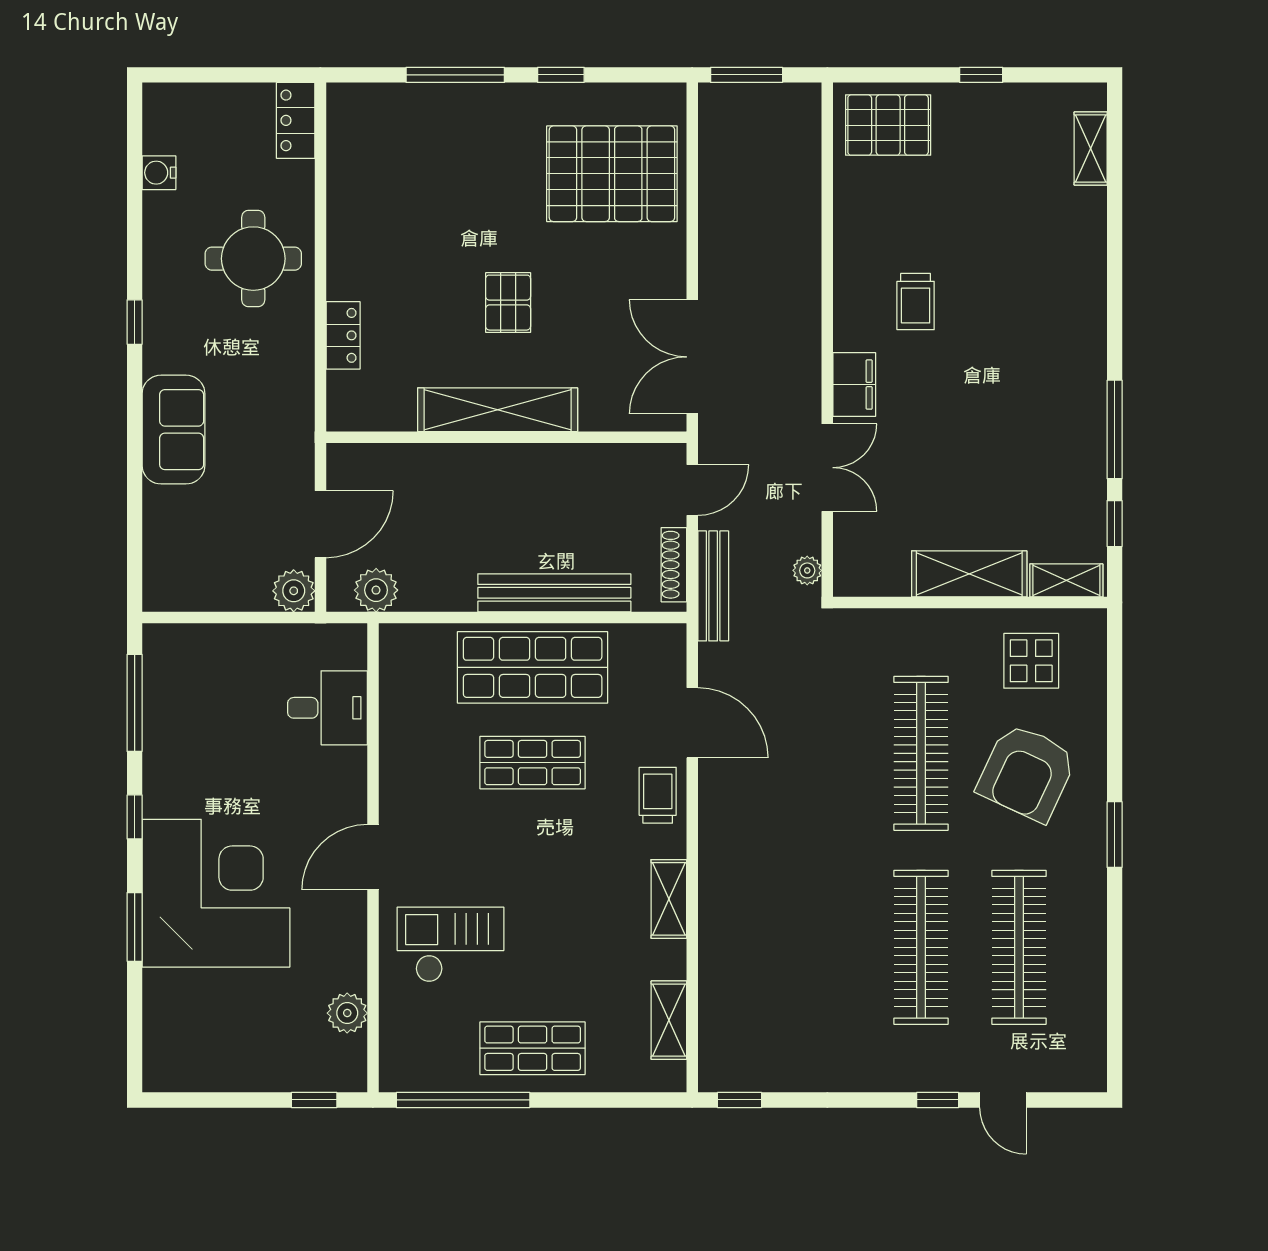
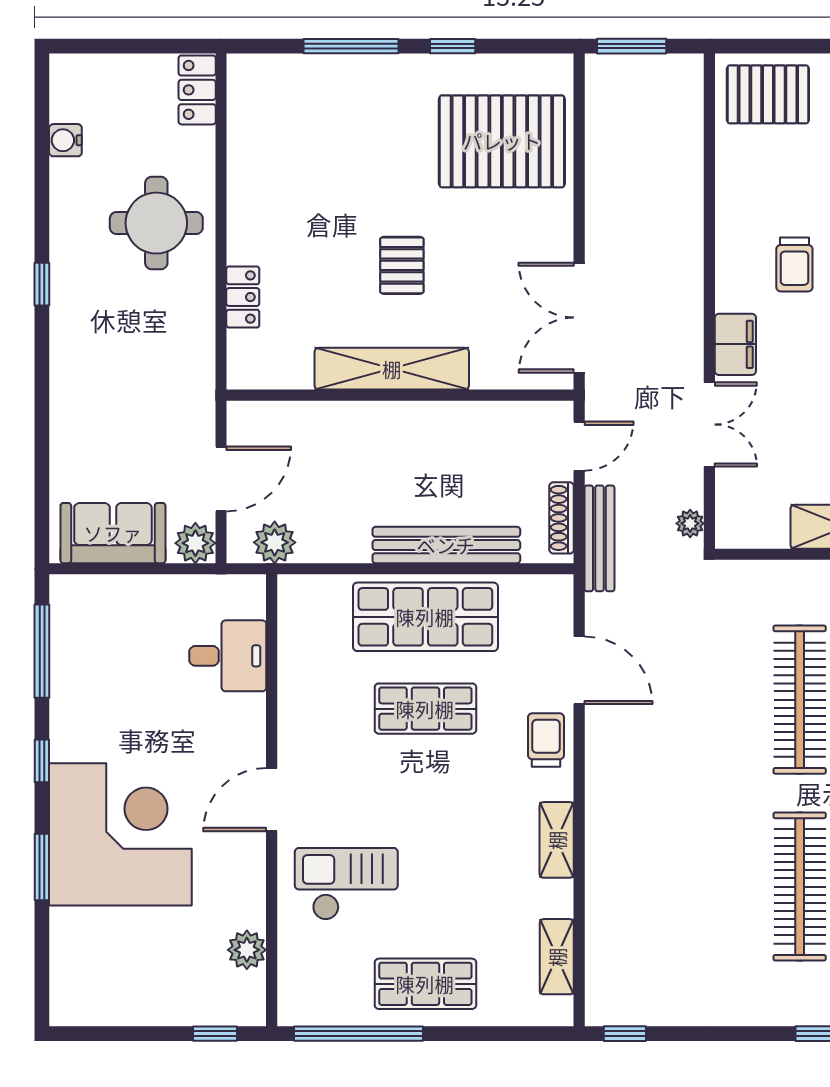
sofa: (173, 430) -> (113, 533), moved, turned -90

